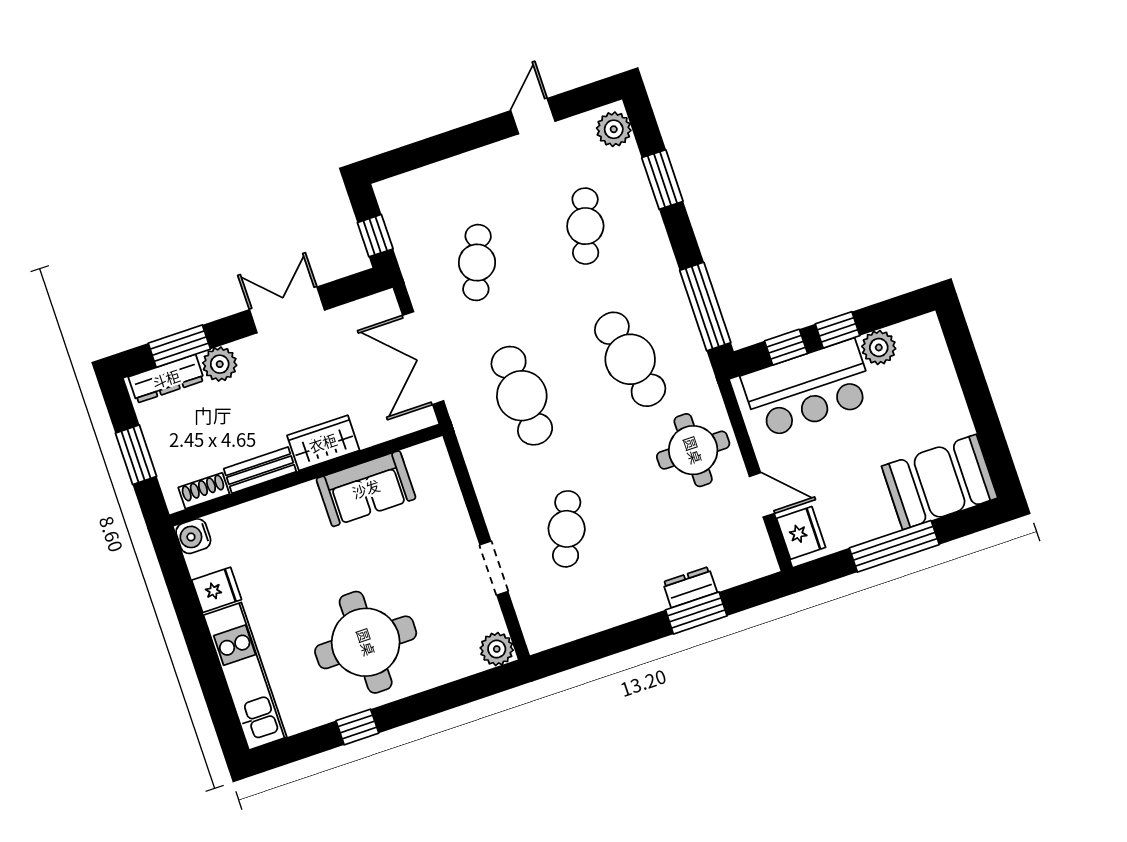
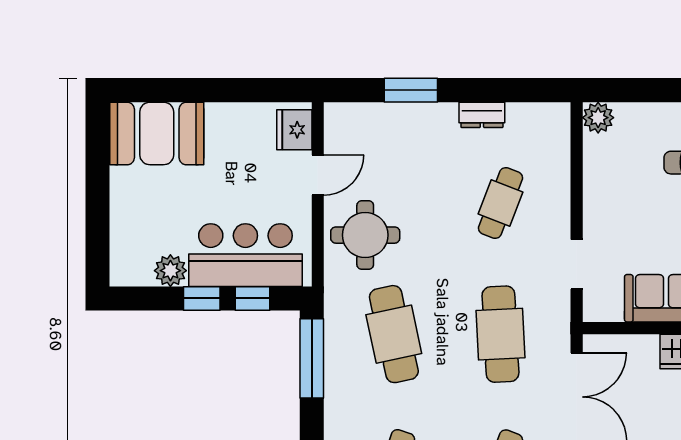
door: (762, 495) -> (318, 175), swing flipped
window: (894, 546) -> (216, 90), removed
doorway: (494, 568) -> (577, 264), moved
dresser: (690, 587) -> (482, 115), moved

